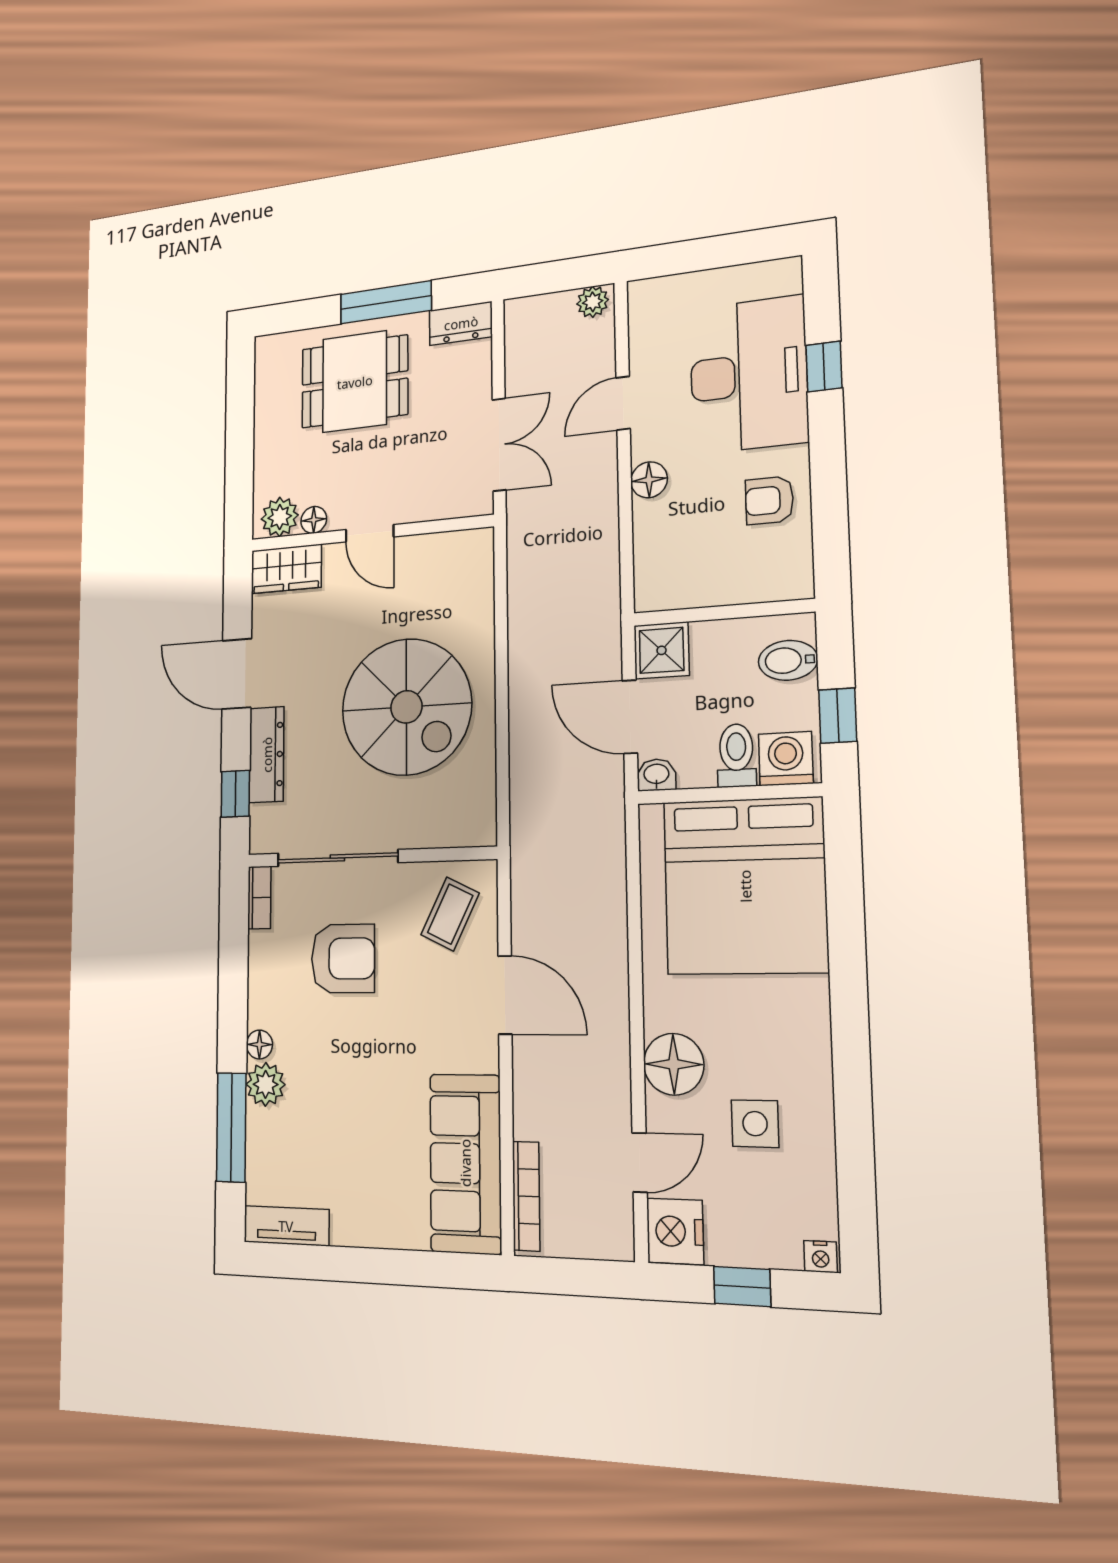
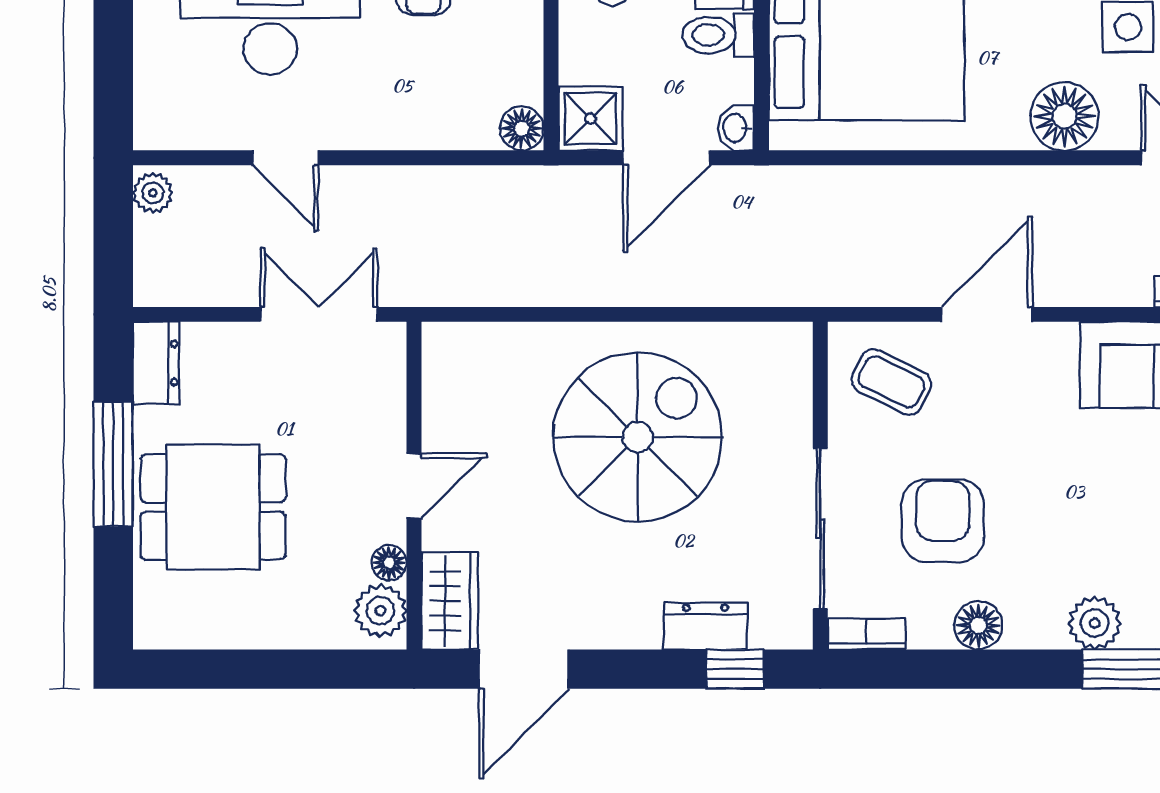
dining table: (355, 382) -> (213, 507), turned 90
floor lamp: (649, 480) -> (522, 129), moved
door: (237, 674) -> (524, 669), moved
dresser: (267, 755) -> (706, 626), width x0.70
floor lamp: (259, 1045) -> (978, 625), moved, width x1.37, depth x1.37

